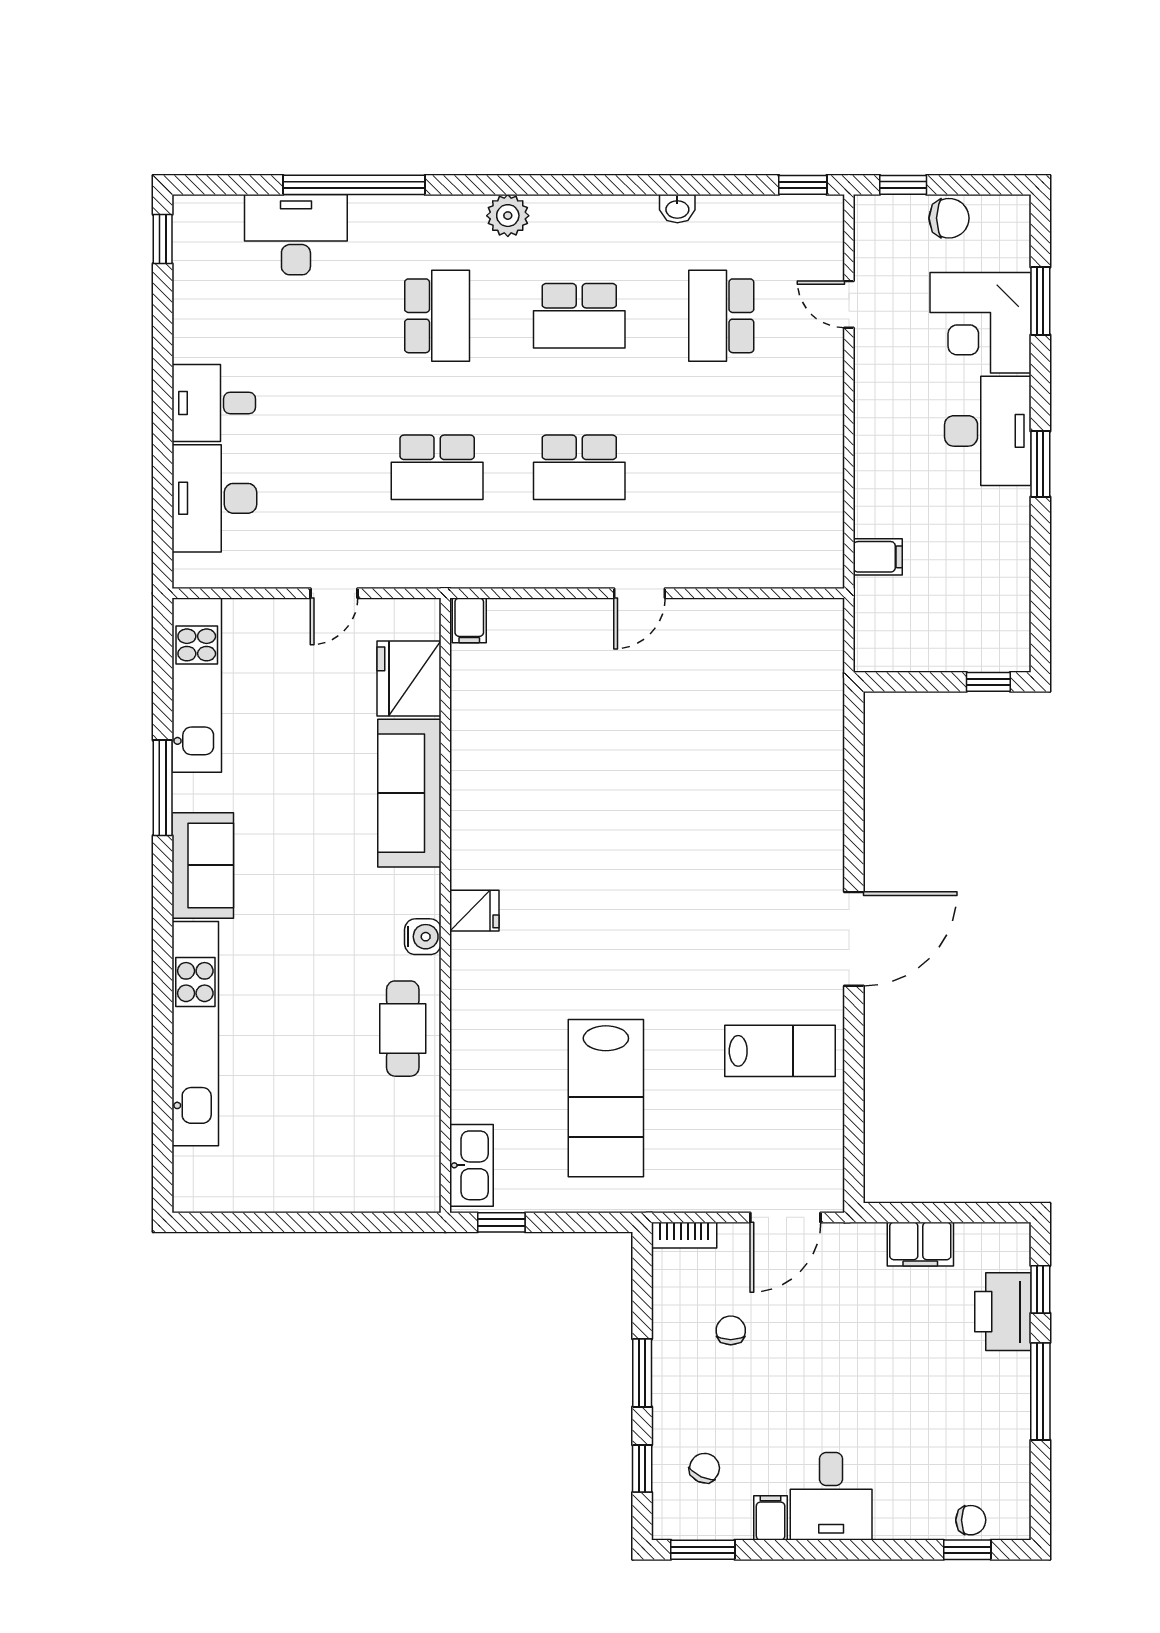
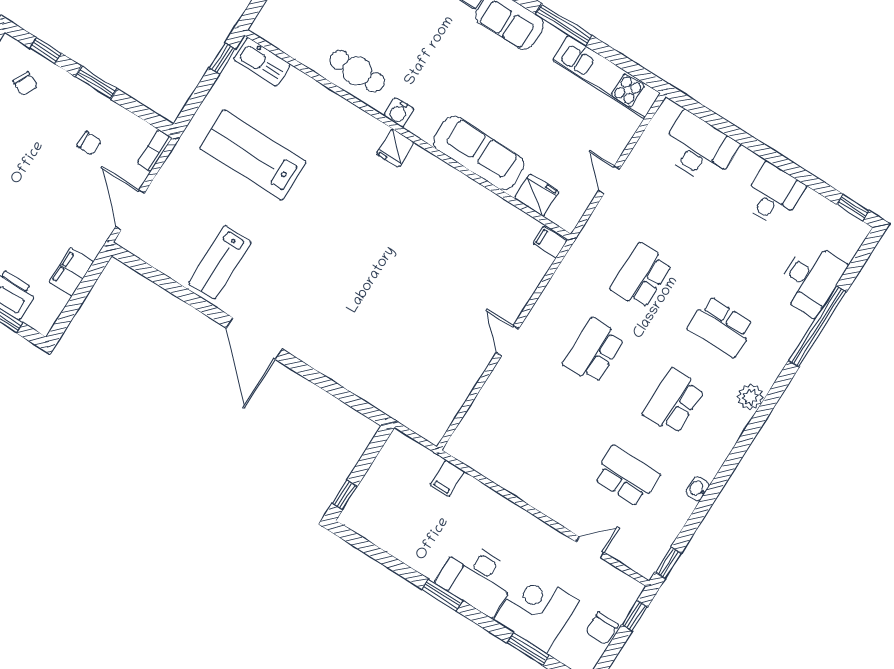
desk: (214, 403) -> (773, 195), moved
fridge: (409, 678) -> (537, 195), width x0.73, depth x0.75

